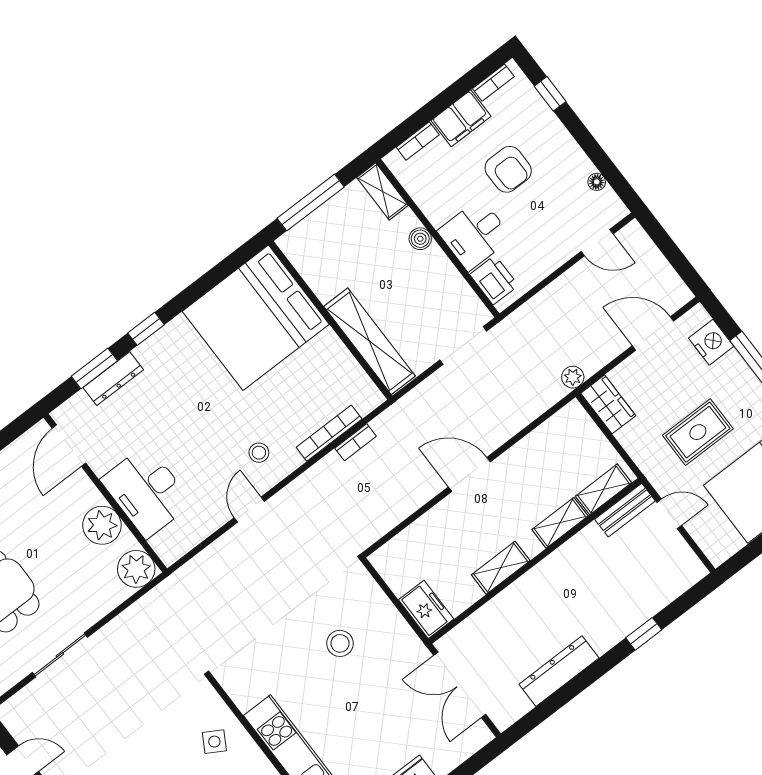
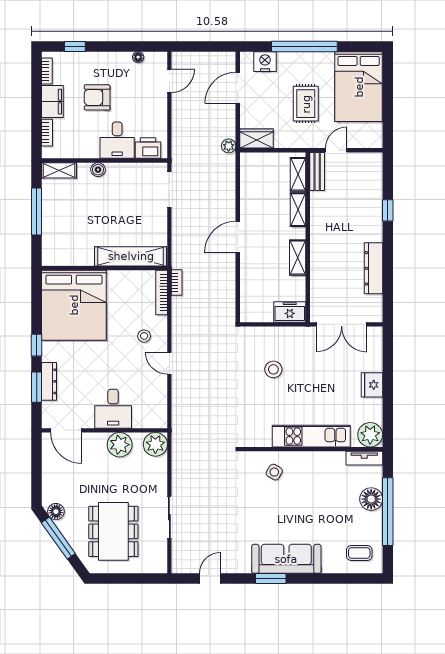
armchair: (508, 169) -> (97, 97), turned 180
bed: (256, 318) -> (74, 305), moved
wall: (330, 320) -> (104, 268), moved
shelving: (370, 341) -> (131, 256), moved
desk: (147, 491) -> (113, 409), width x0.73

